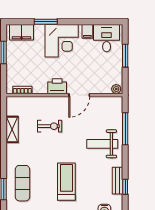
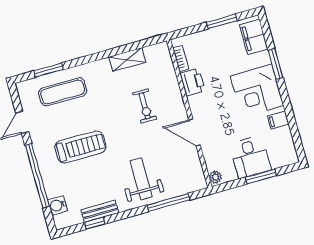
desk: (107, 38) -> (250, 157), moved, turned 90
printer: (57, 86) -> (192, 82), moved

